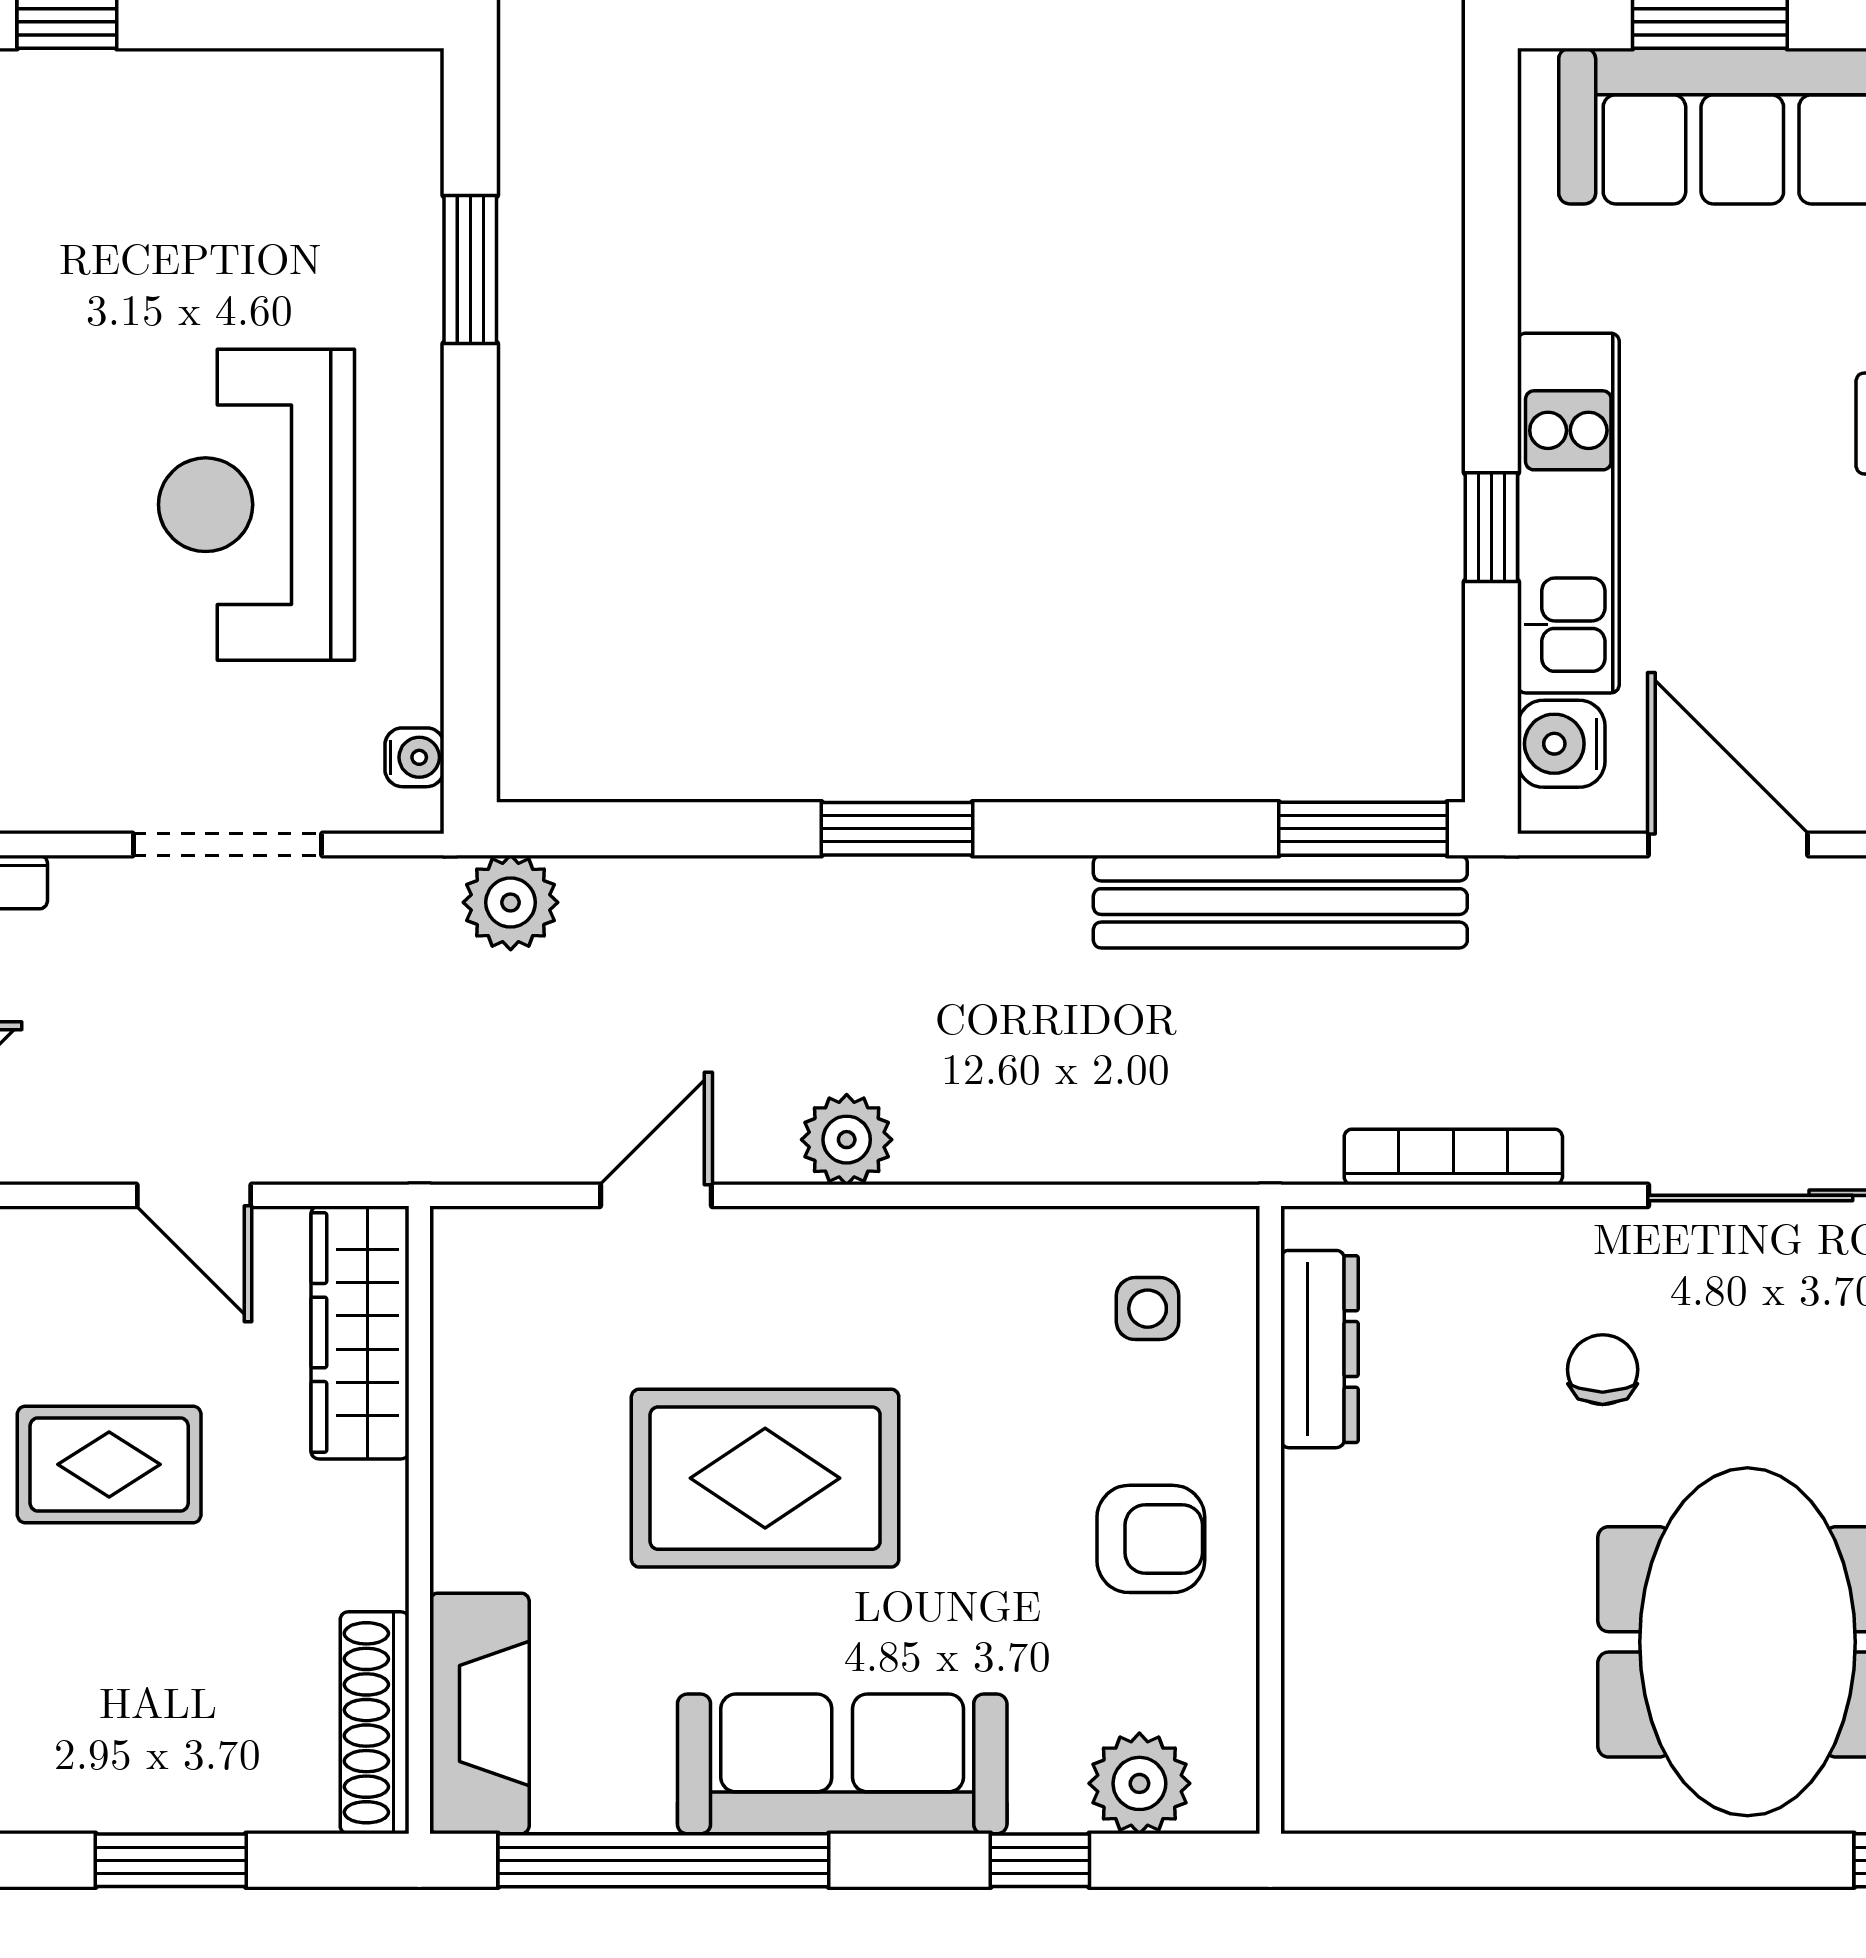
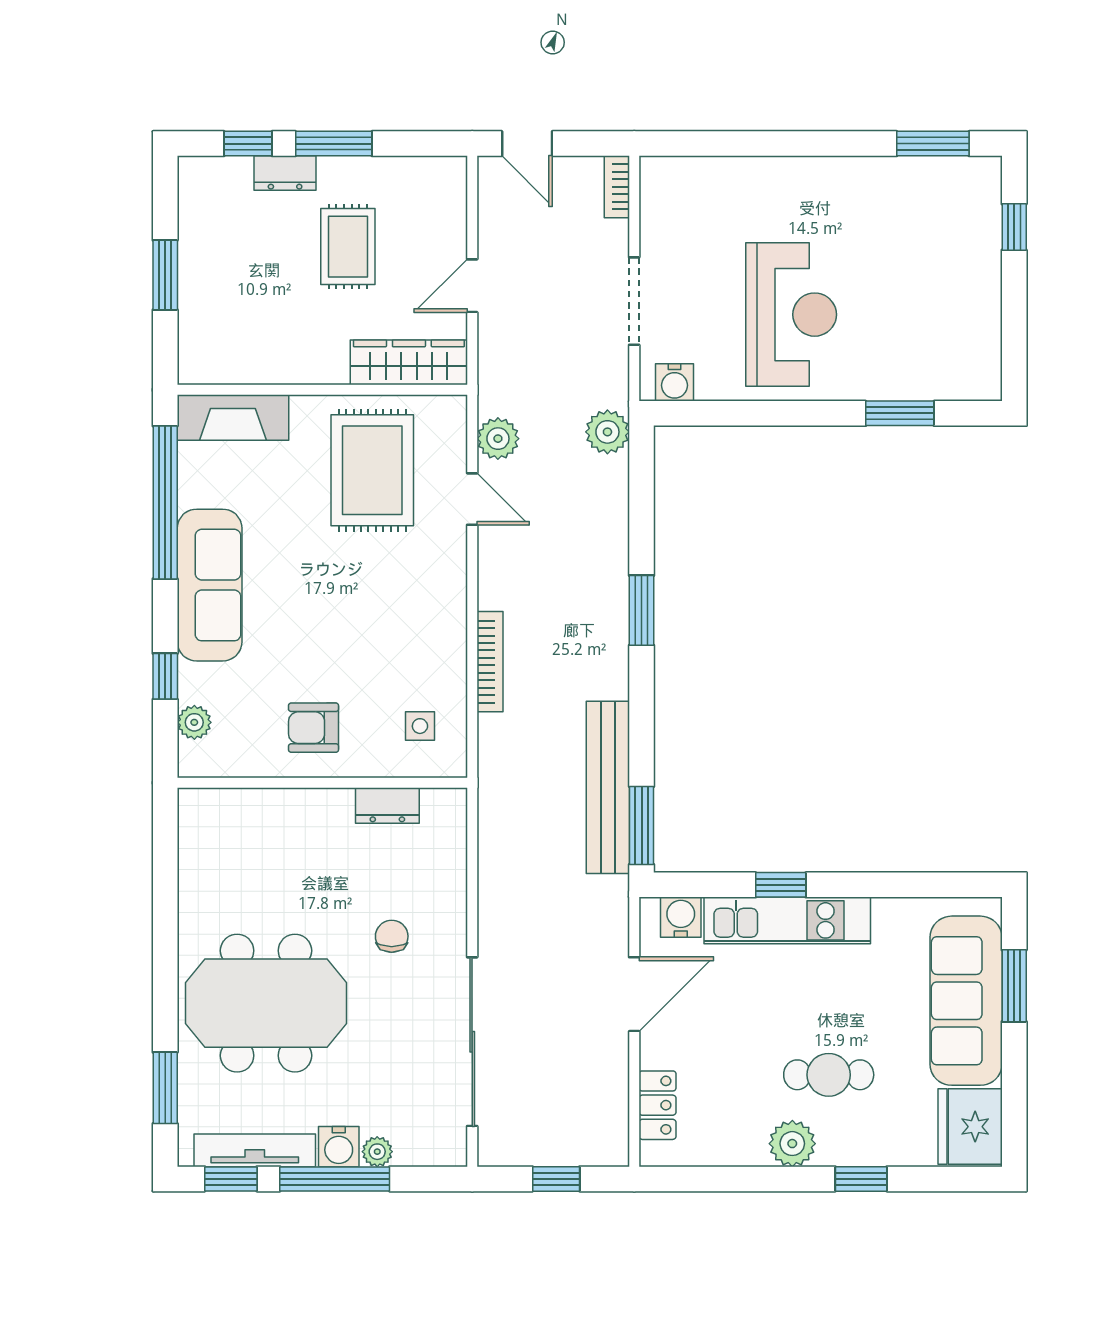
reception desk: (256, 505) -> (791, 315), turned 90
water cooler: (414, 757) -> (675, 382), width x1.38, depth x1.38
plant: (847, 1140) -> (498, 439), moved
bookcase: (1453, 1157) -> (490, 662), moved
dresser: (1319, 1349) -> (387, 805), width x0.70
chair: (1603, 1370) -> (392, 936), turned -90
rug: (765, 1478) -> (372, 470), moved
armchair: (1151, 1539) -> (314, 728), turned 90
shoe rack: (375, 1723) -> (229, 369), removed
plant: (1139, 1783) -> (194, 722), width x0.73, depth x0.73

